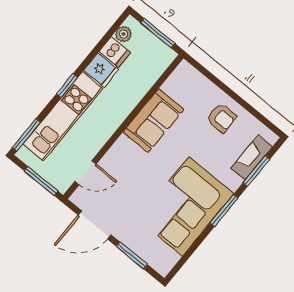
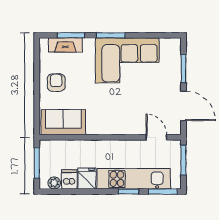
window: (67, 86) -> (129, 192), moved
sofa: (153, 121) -> (63, 122), moved

